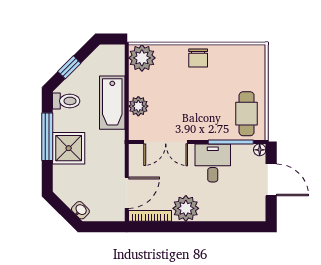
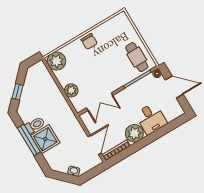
toilet: (66, 101) -> (35, 125), moved
bathtub: (112, 103) -> (55, 97), removed
desk: (213, 163) -> (151, 119), moved, turned 180

